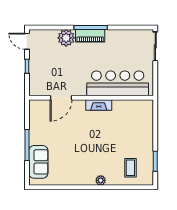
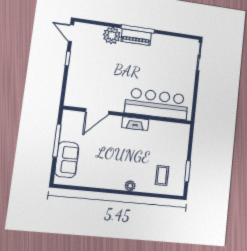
bar counter: (118, 83) -> (157, 104), moved
door: (61, 98) -> (97, 111), moved
wall: (91, 98) -> (128, 115), moved
fireplace: (99, 105) -> (135, 124), moved

